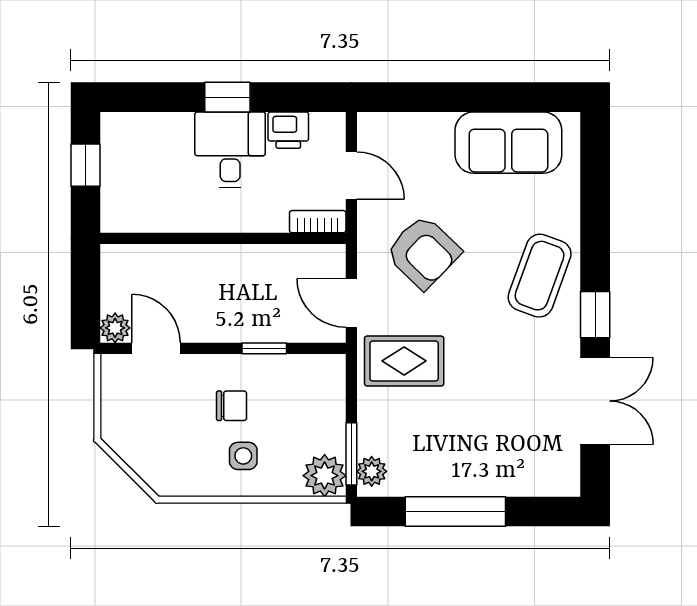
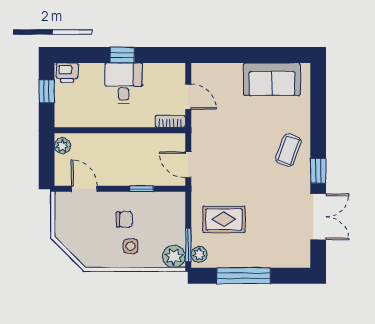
printer: (288, 130) -> (67, 73), moved
armchair: (423, 252) -> (227, 138), removed
coffee table: (540, 276) -> (288, 150), width x0.73, depth x0.77
plant: (115, 328) -> (62, 146), moved
rug: (404, 361) -> (224, 219), moved

